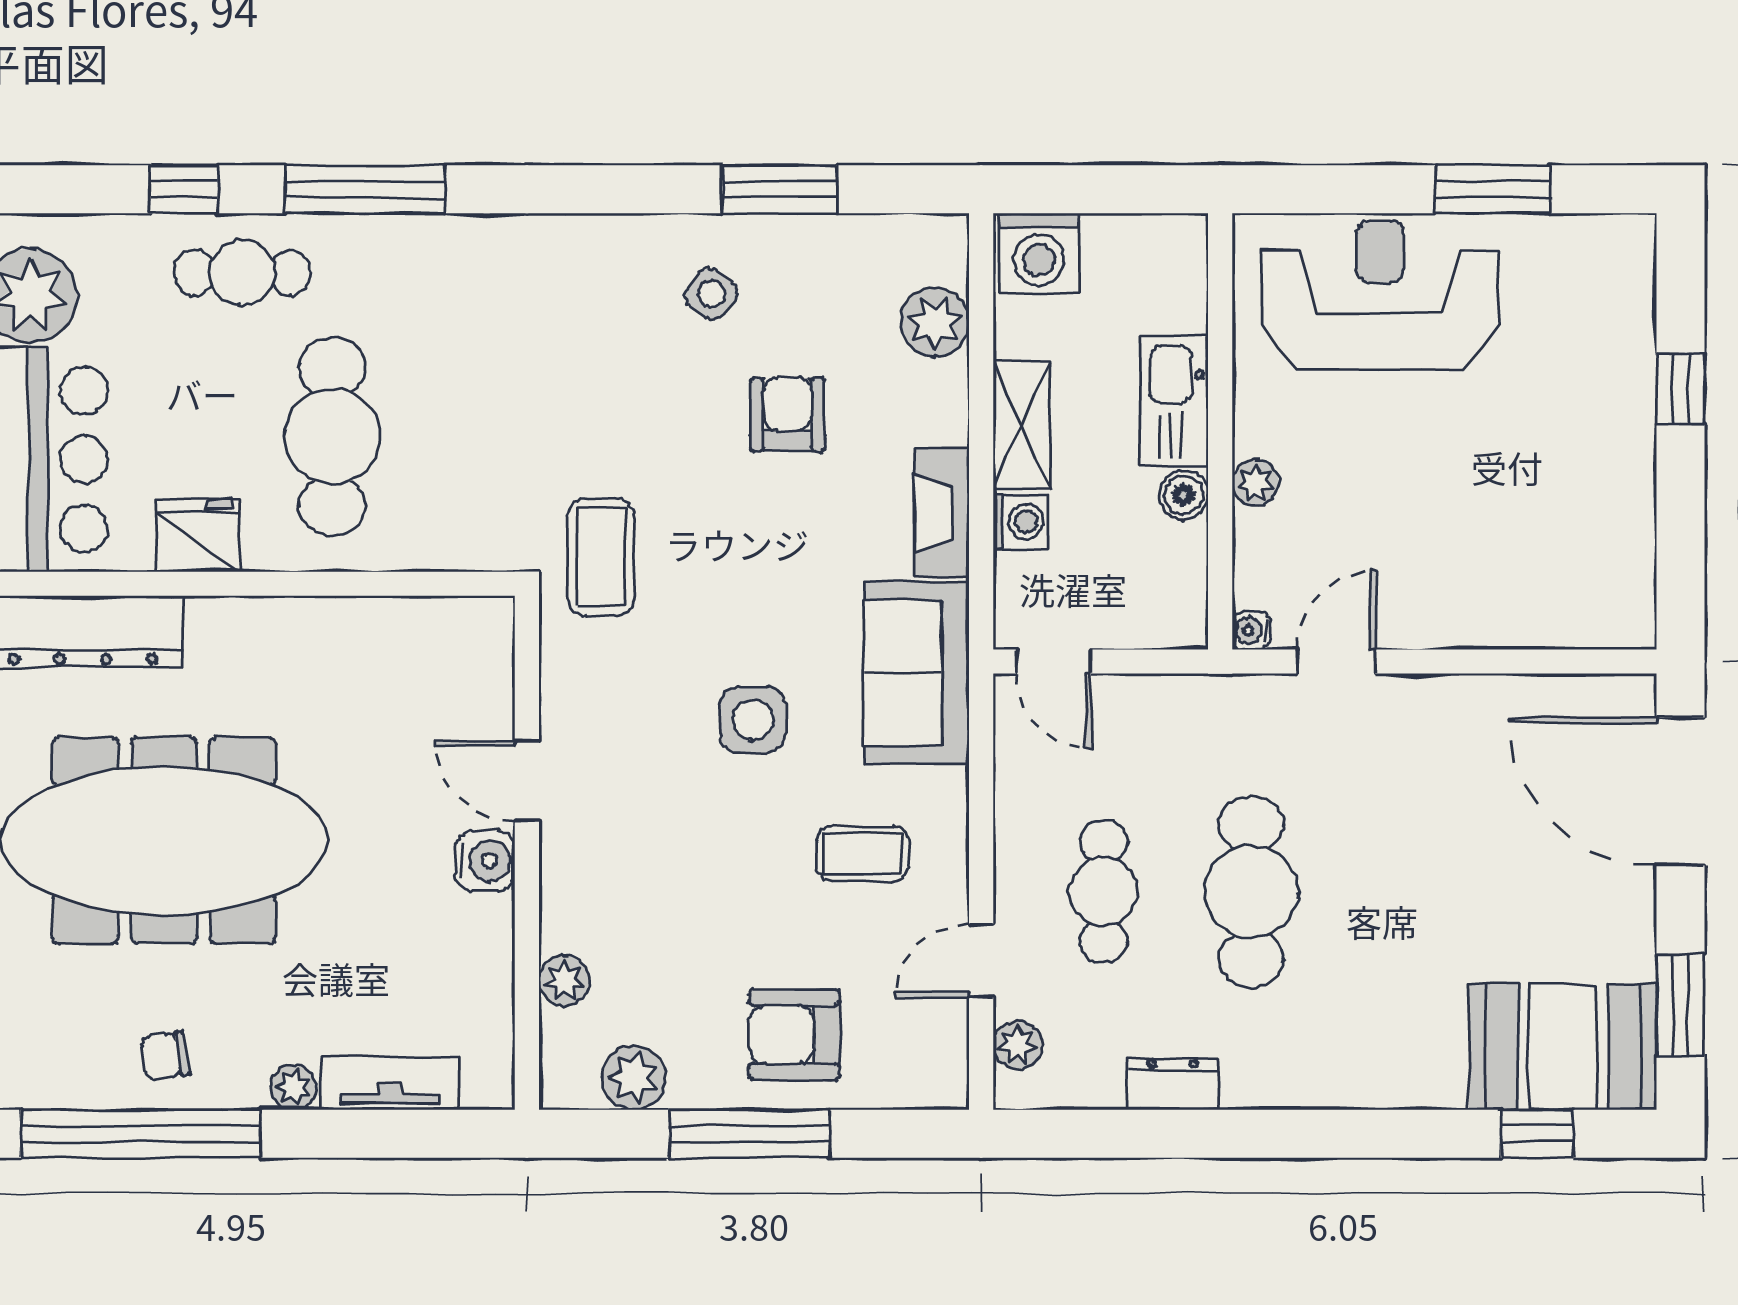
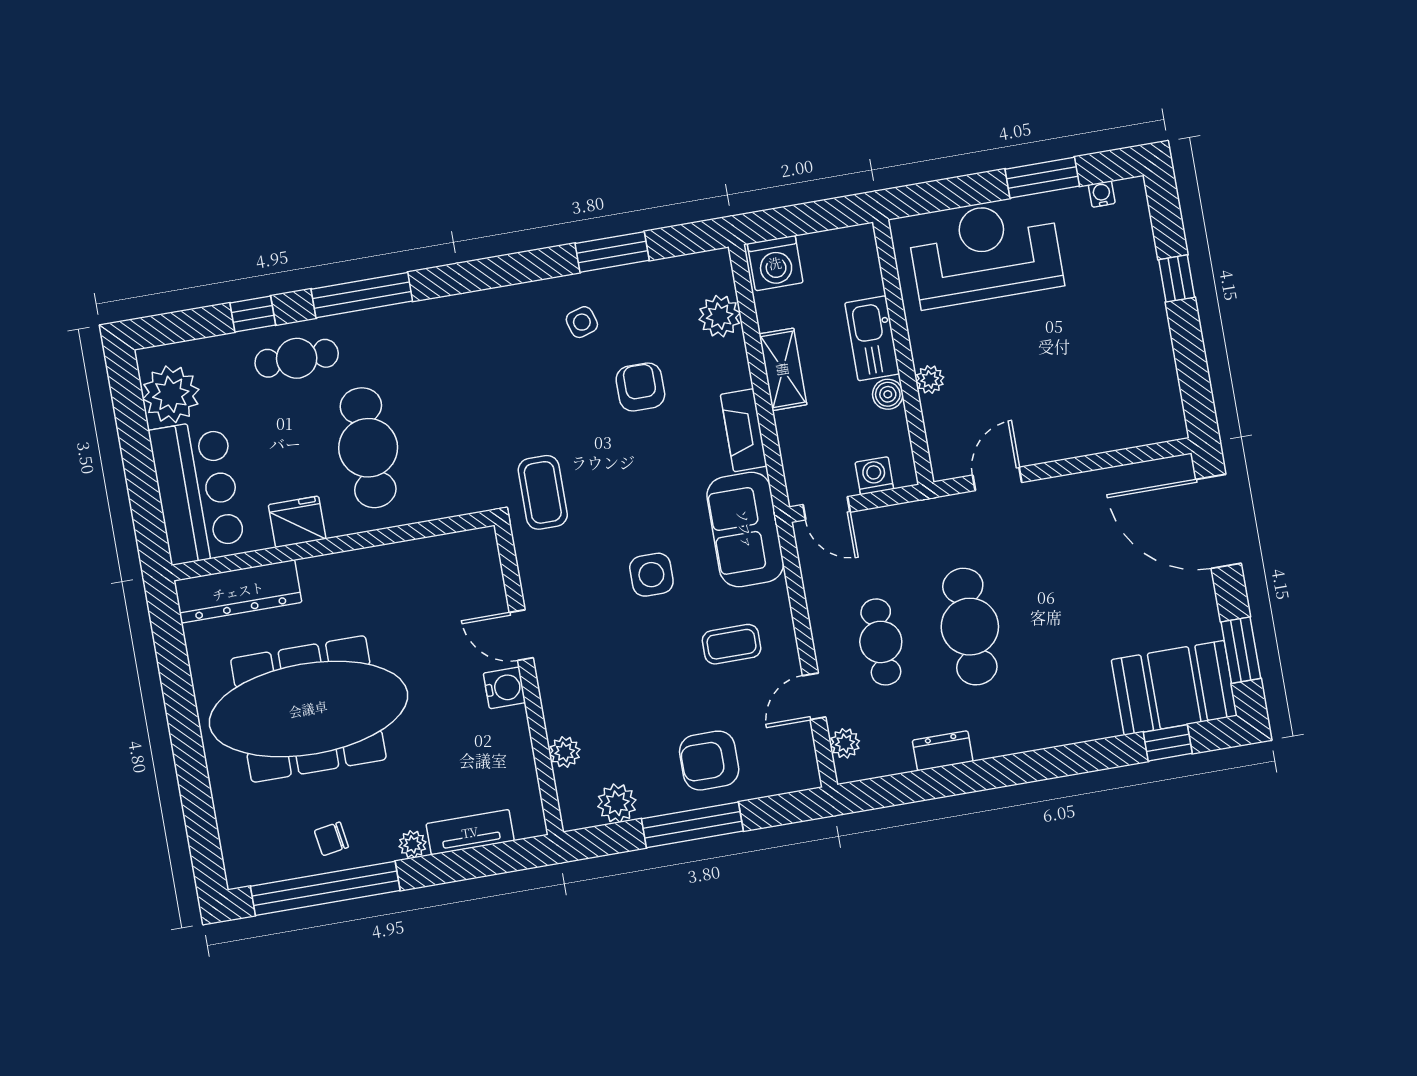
side table: (711, 294) -> (582, 322), turned 36
washing machine: (1020, 522) -> (874, 476), moved, turned -90
water cooler: (1251, 631) -> (1102, 194), moved, turned 90

